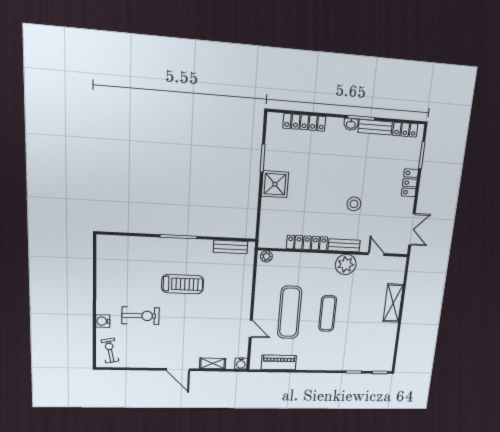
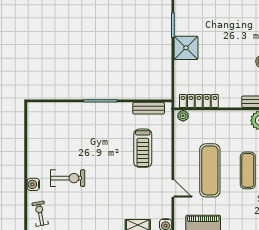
locker: (307, 243) -> (199, 101), moved
treadmill: (183, 284) -> (143, 148), moved, turned 90

